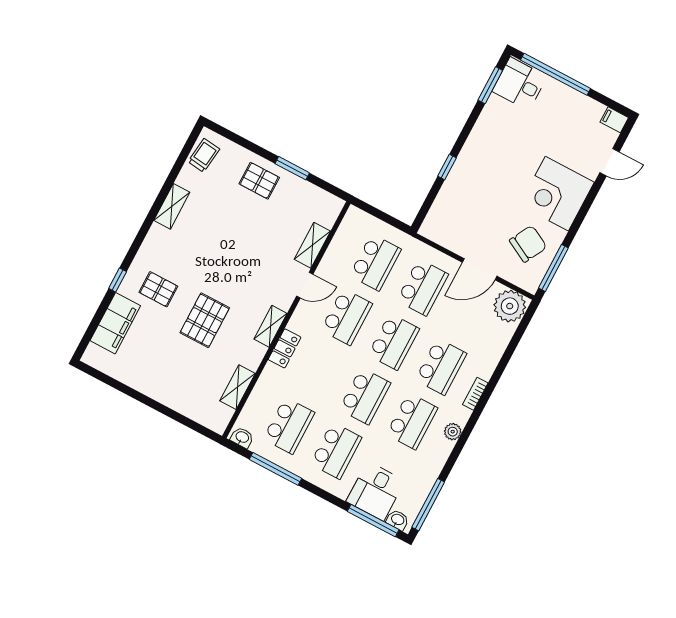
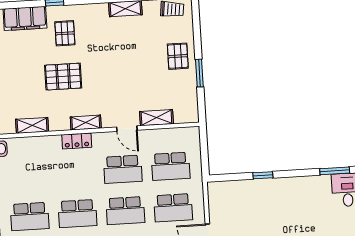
school desk: (289, 426) -> (27, 175), removed

